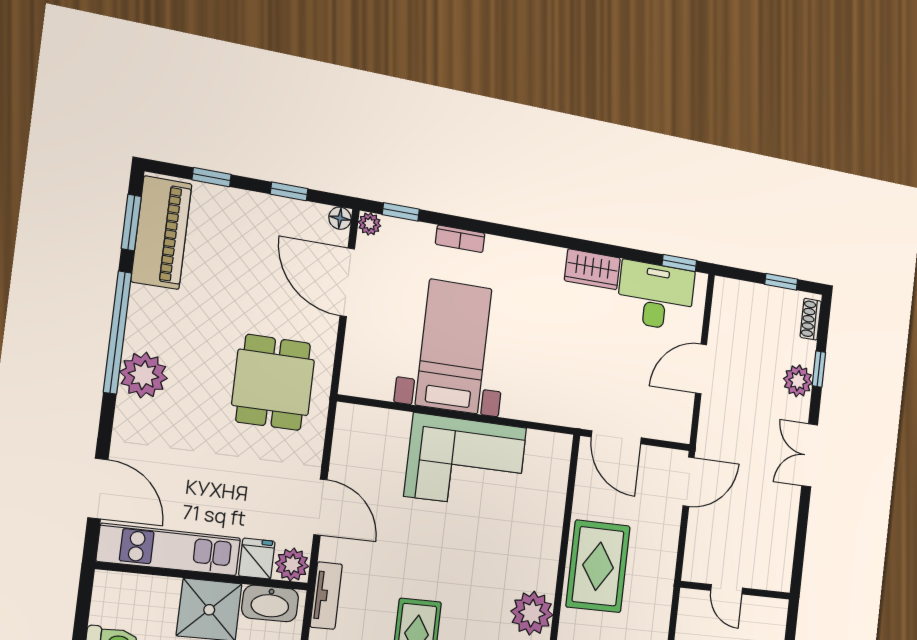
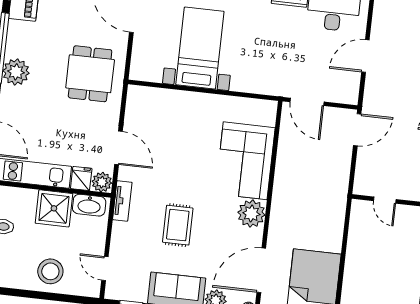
corner sofa: (466, 462) -> (245, 161), moved, turned 90
rug: (598, 566) -> (295, 184), removed

